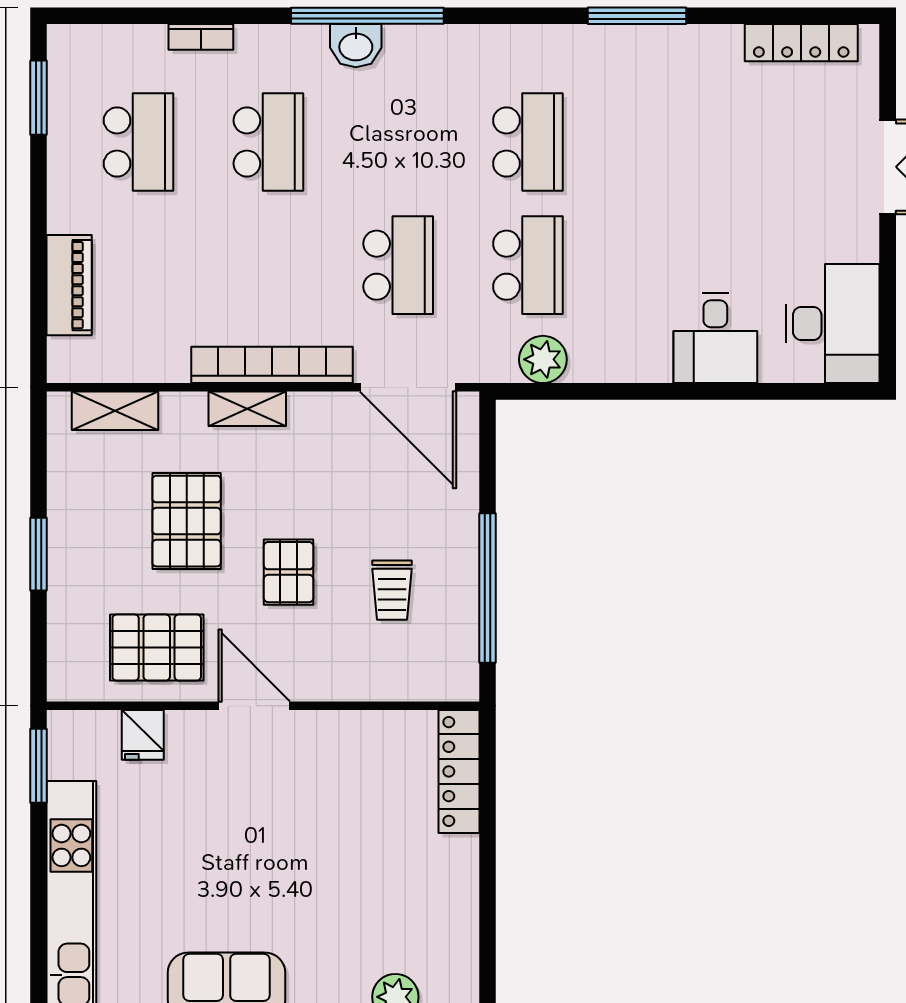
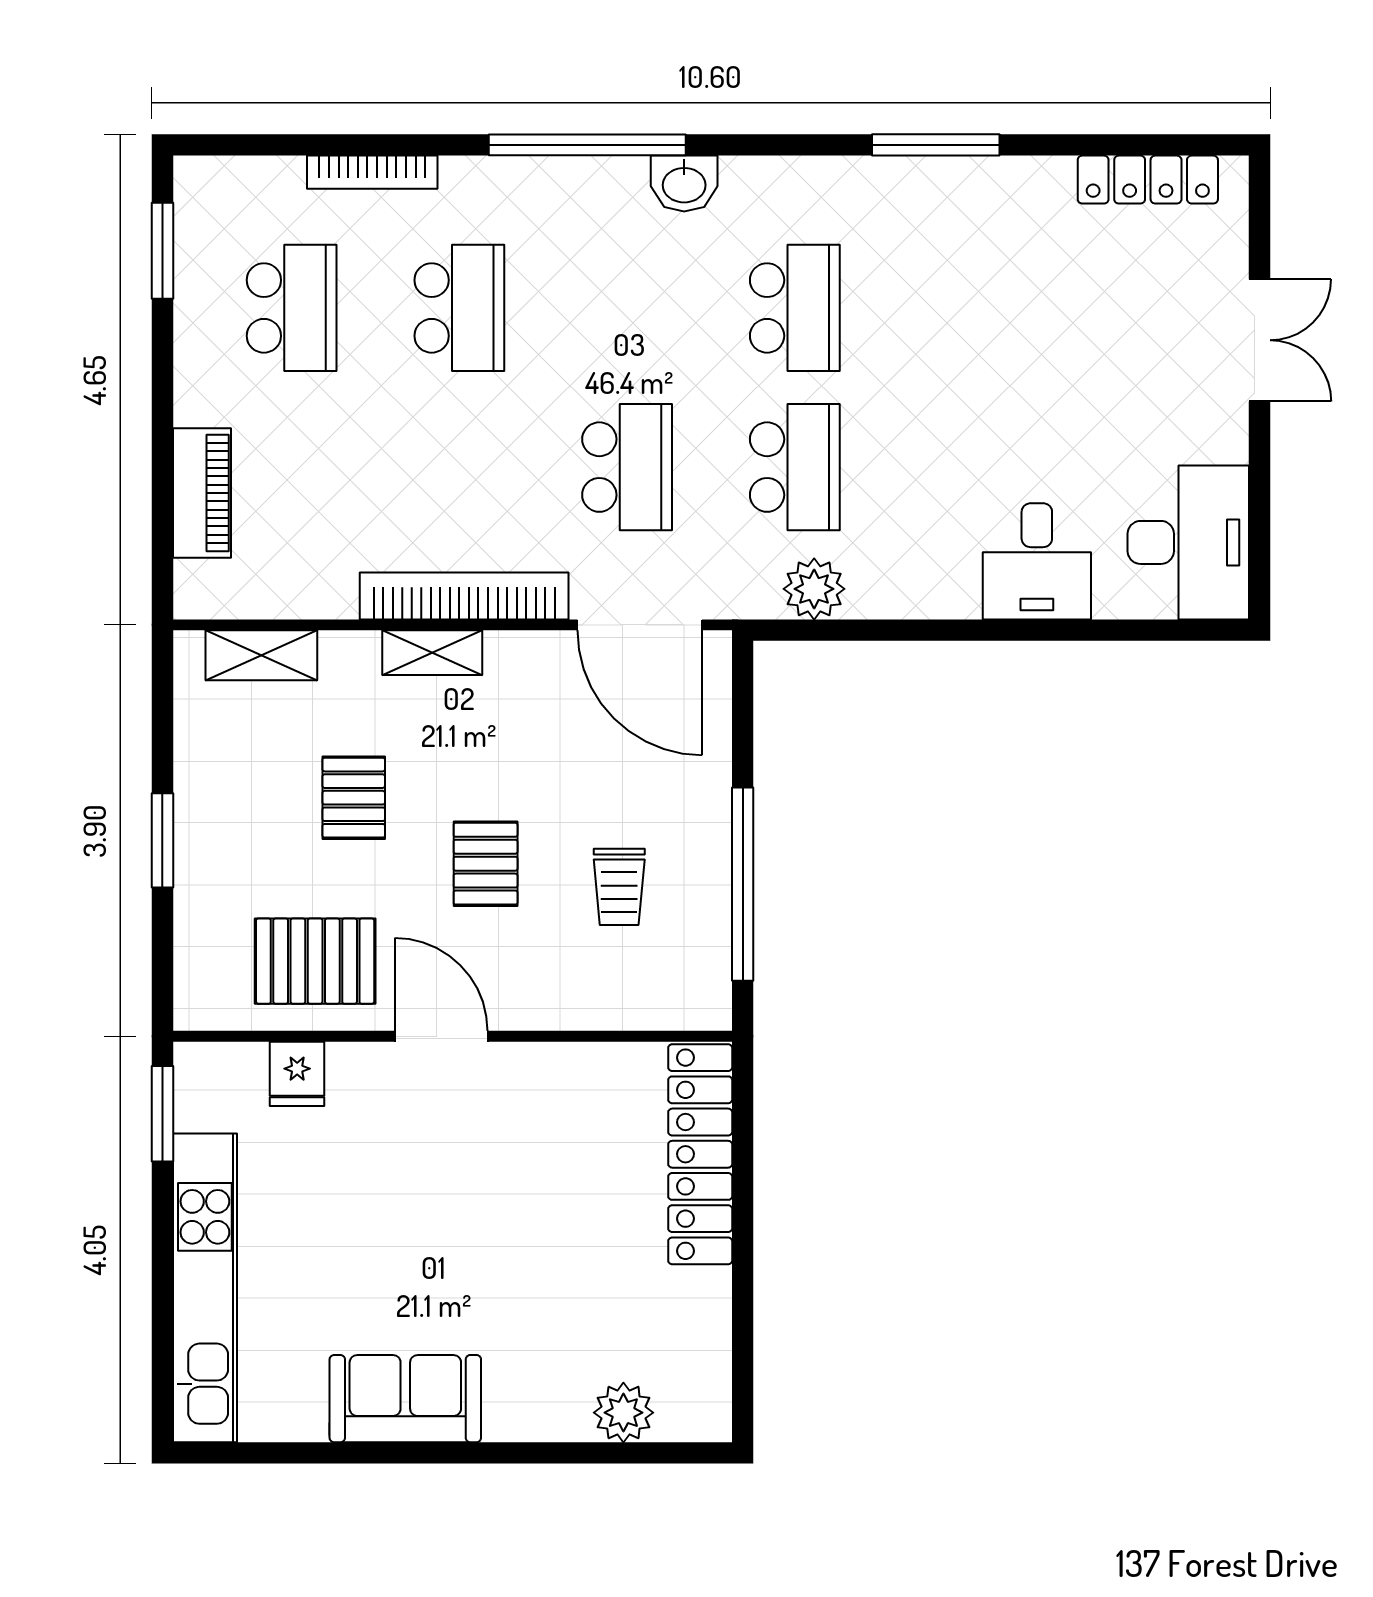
bookcase: (201, 37) -> (372, 172), width x1.56
washbasin: (356, 46) -> (684, 184), moved
pallet: (187, 521) -> (354, 798), width x0.67, depth x0.71
locker: (459, 771) -> (700, 1154), width x1.41, depth x1.21

